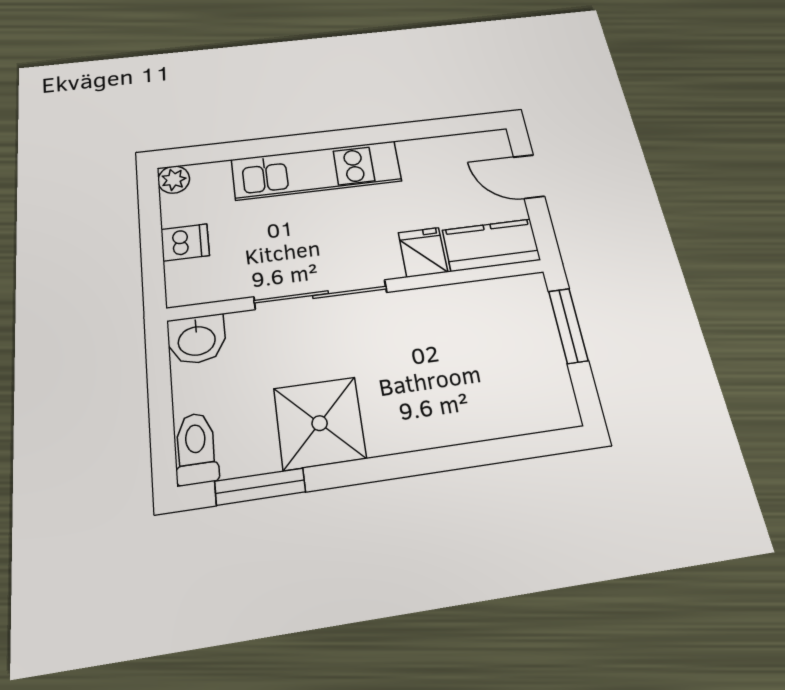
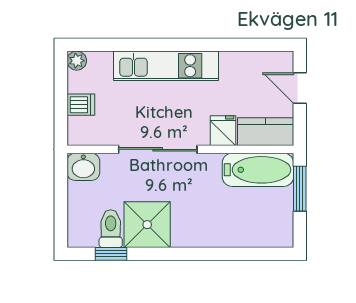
bathtub: (492, 305) -> (258, 170), added
toilet: (196, 448) -> (111, 229), moved
window: (260, 487) -> (111, 254), width x0.67

